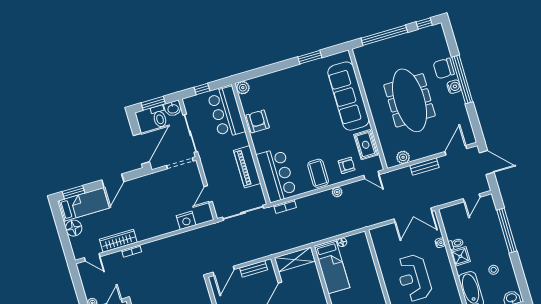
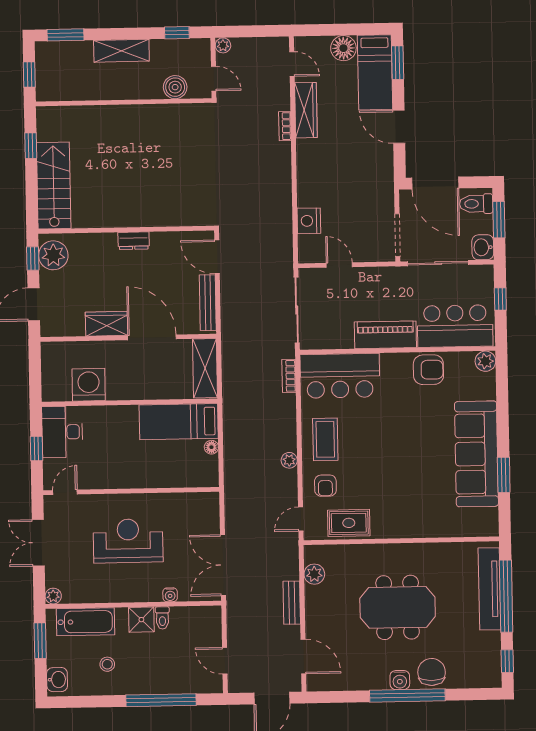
tv unit: (383, 47) -> (489, 589), added
sofa: (348, 96) -> (476, 454), moved, turned -90
meeting table: (410, 100) -> (398, 607), width x0.73
toilet: (159, 116) -> (476, 204), moved
piano: (247, 167) -> (385, 335), moved
coffee table: (318, 173) -> (325, 439), turned 90
door: (92, 257) -> (292, 64), swing flipped
bench: (254, 269) -> (208, 303), width x1.36

